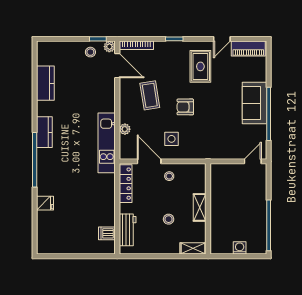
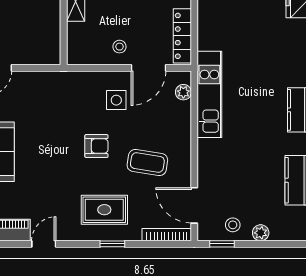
plant: (109, 47) -> (261, 233), moved
rug: (200, 66) -> (104, 210), moved, turned 90
coffee table: (150, 95) -> (147, 163), turned -72
plant: (125, 129) -> (183, 92), moved
door: (149, 161) -> (148, 68), hinge flipped

